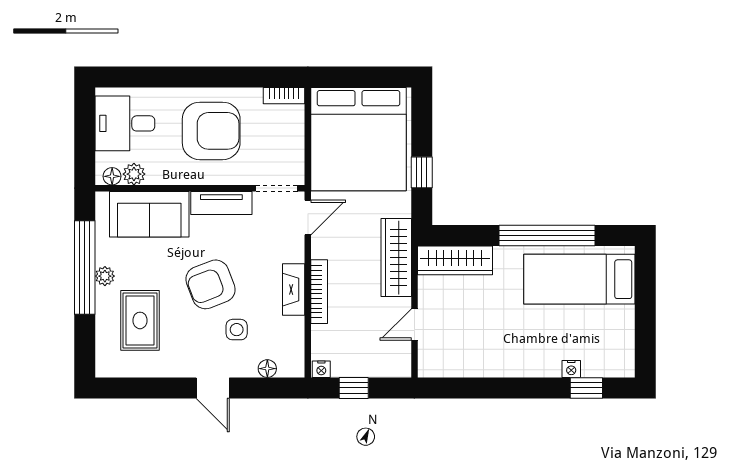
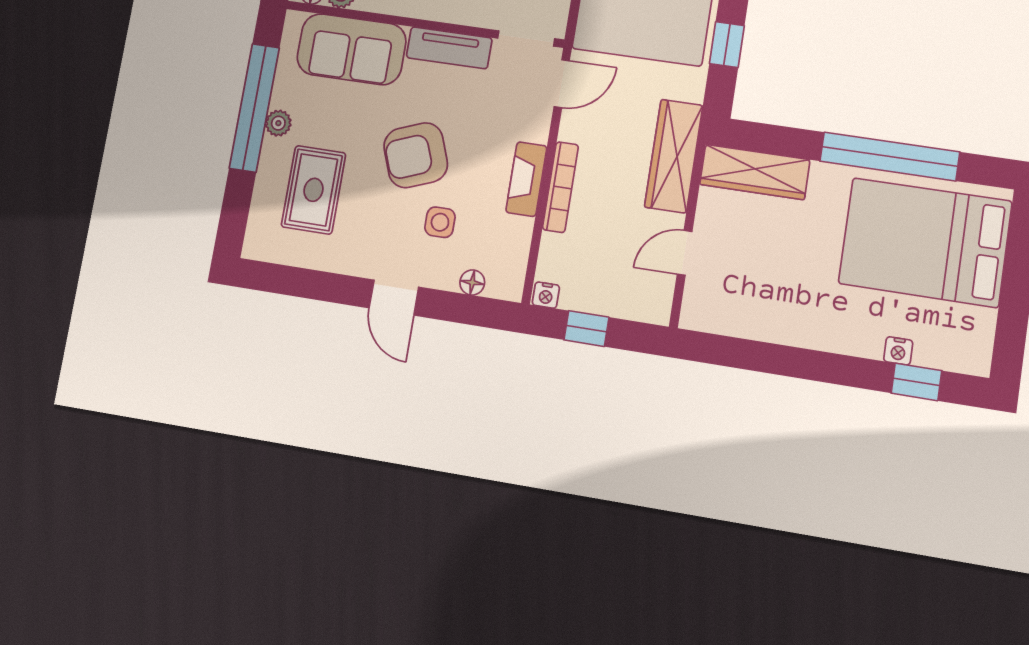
bed: (579, 279) -> (925, 242), width x1.50

